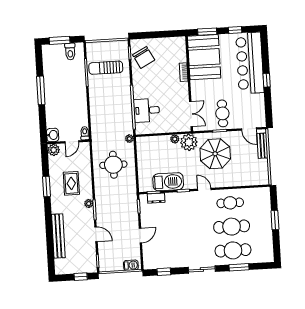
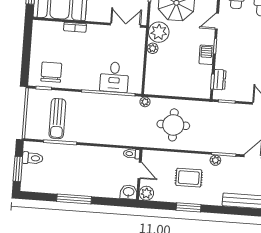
chair: (144, 57) -> (51, 72), turned -62
barbecue: (168, 182) -> (206, 55), width x0.53, depth x0.65

